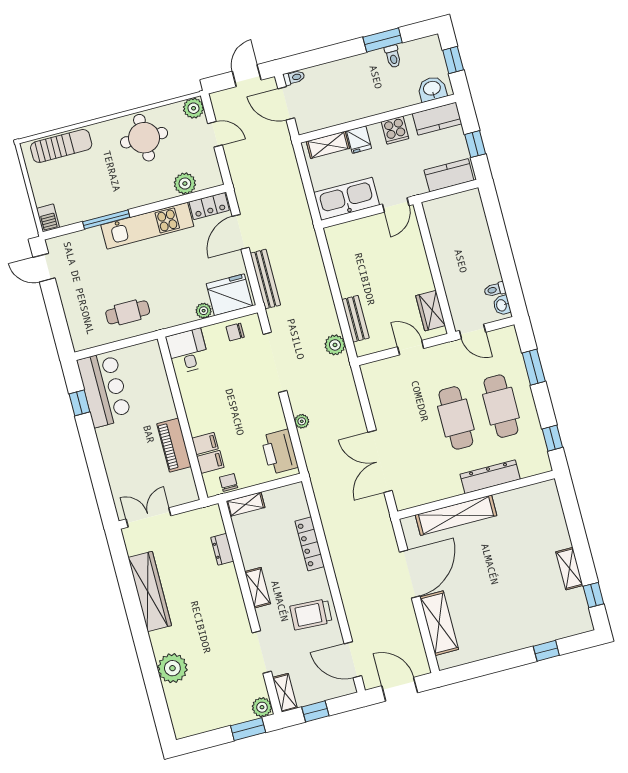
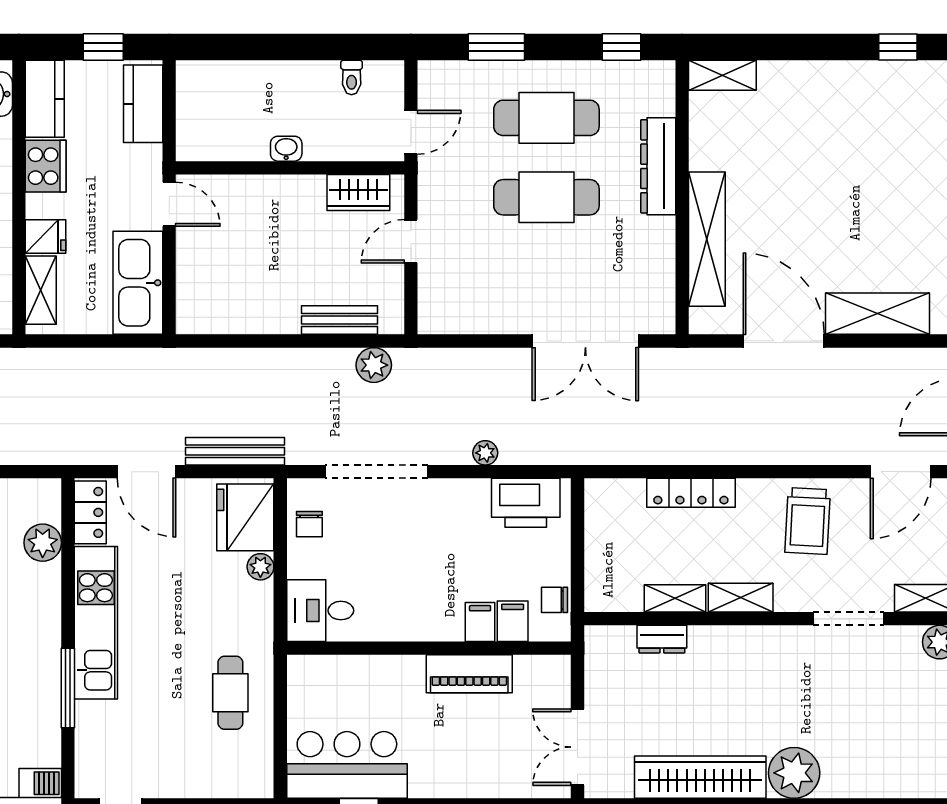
cooker: (395, 130) -> (46, 166), width x1.36
washbasin: (502, 305) -> (286, 149), moved, turned 180
shelving: (246, 504) -> (675, 598), moved, turned 90
shelving: (569, 569) -> (722, 75), moved
plant: (172, 668) -> (794, 773), moved

